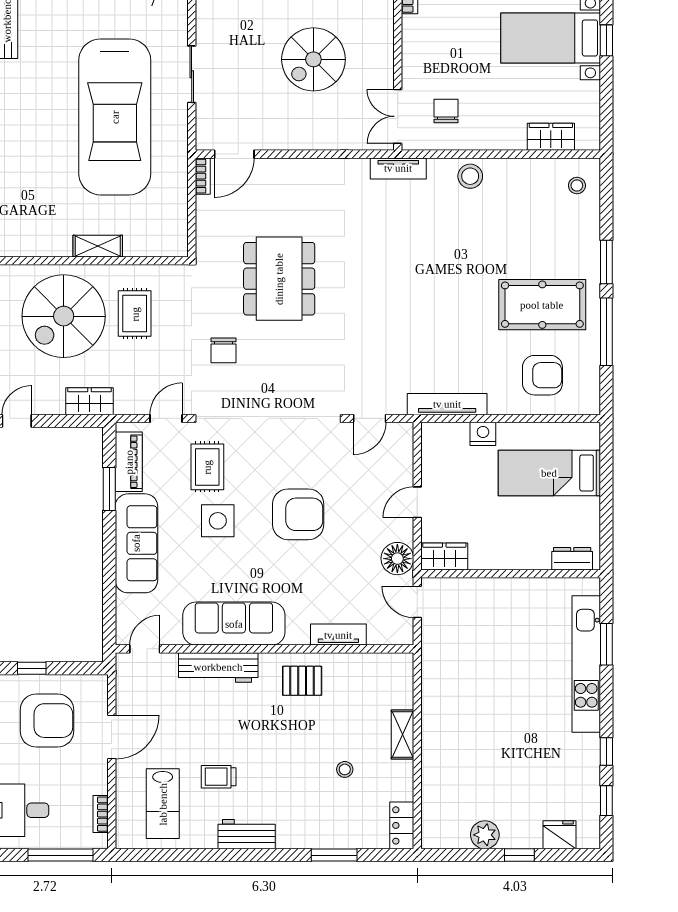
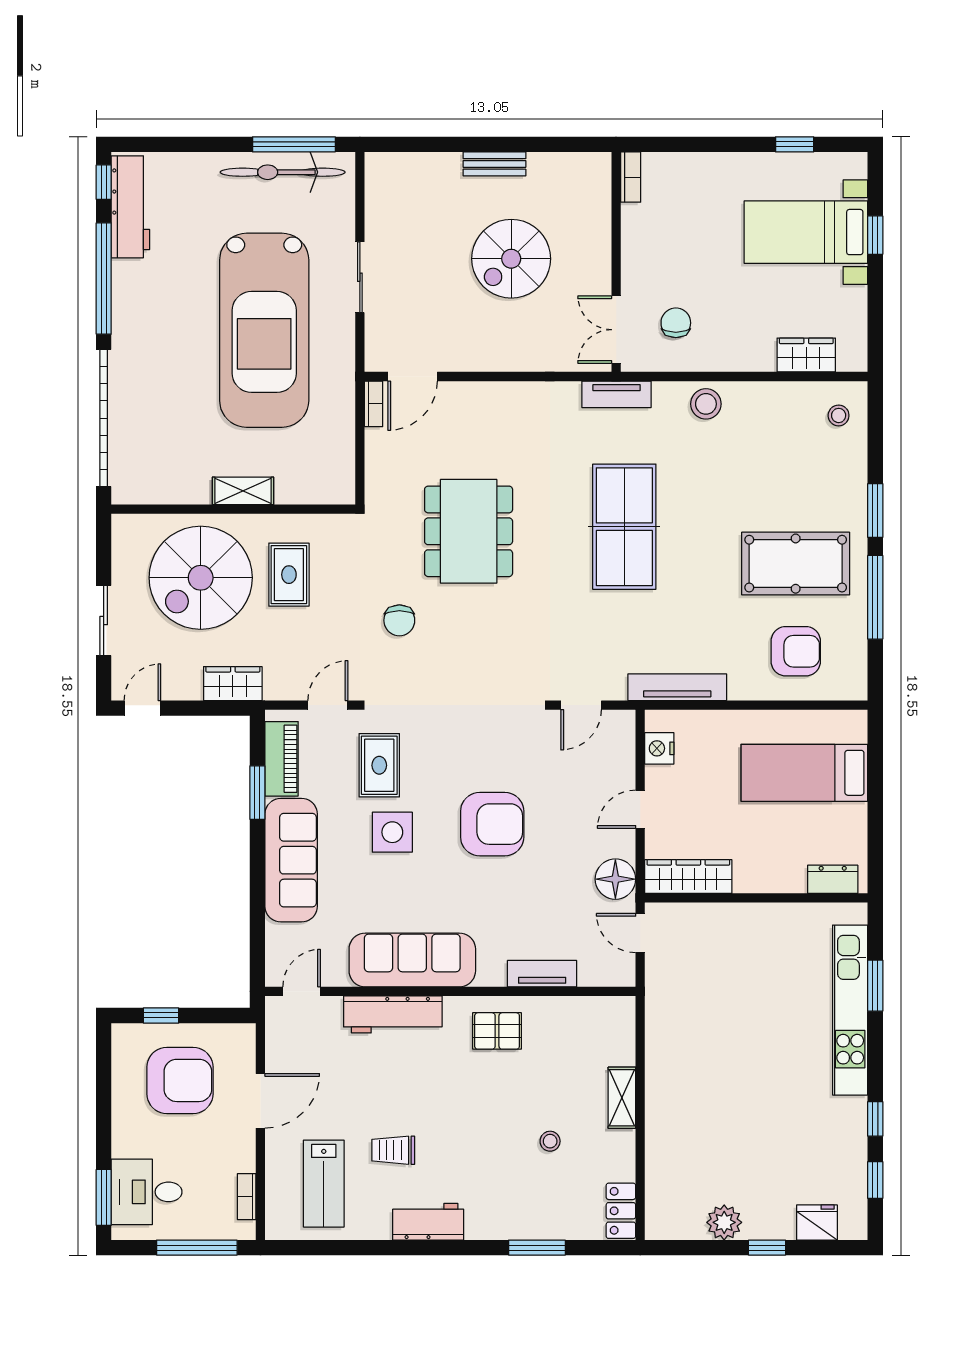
table tennis table: (405, 275) -> (624, 527), added
nightstand: (483, 434) -> (659, 748), moved, turned -90
wardrobe: (444, 556) -> (688, 877), width x1.50

